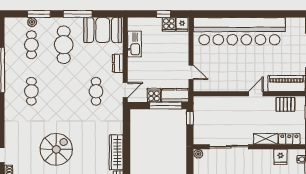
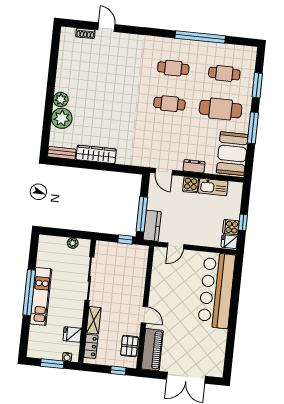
plant: (32, 22) -> (249, 77), removed
bar counter: (239, 31) -> (217, 290), width x0.73
cafe table: (96, 91) -> (169, 104), moved
cooker: (154, 95) -> (191, 185), moved, turned 90
spiral stairs: (56, 149) -> (106, 89), removed
plant: (198, 154) -> (73, 243), moved

